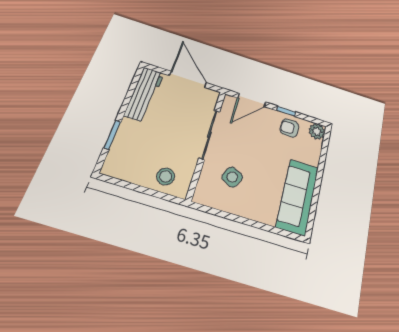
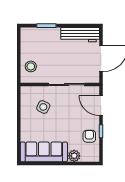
plant: (317, 131) -> (74, 156), moved

